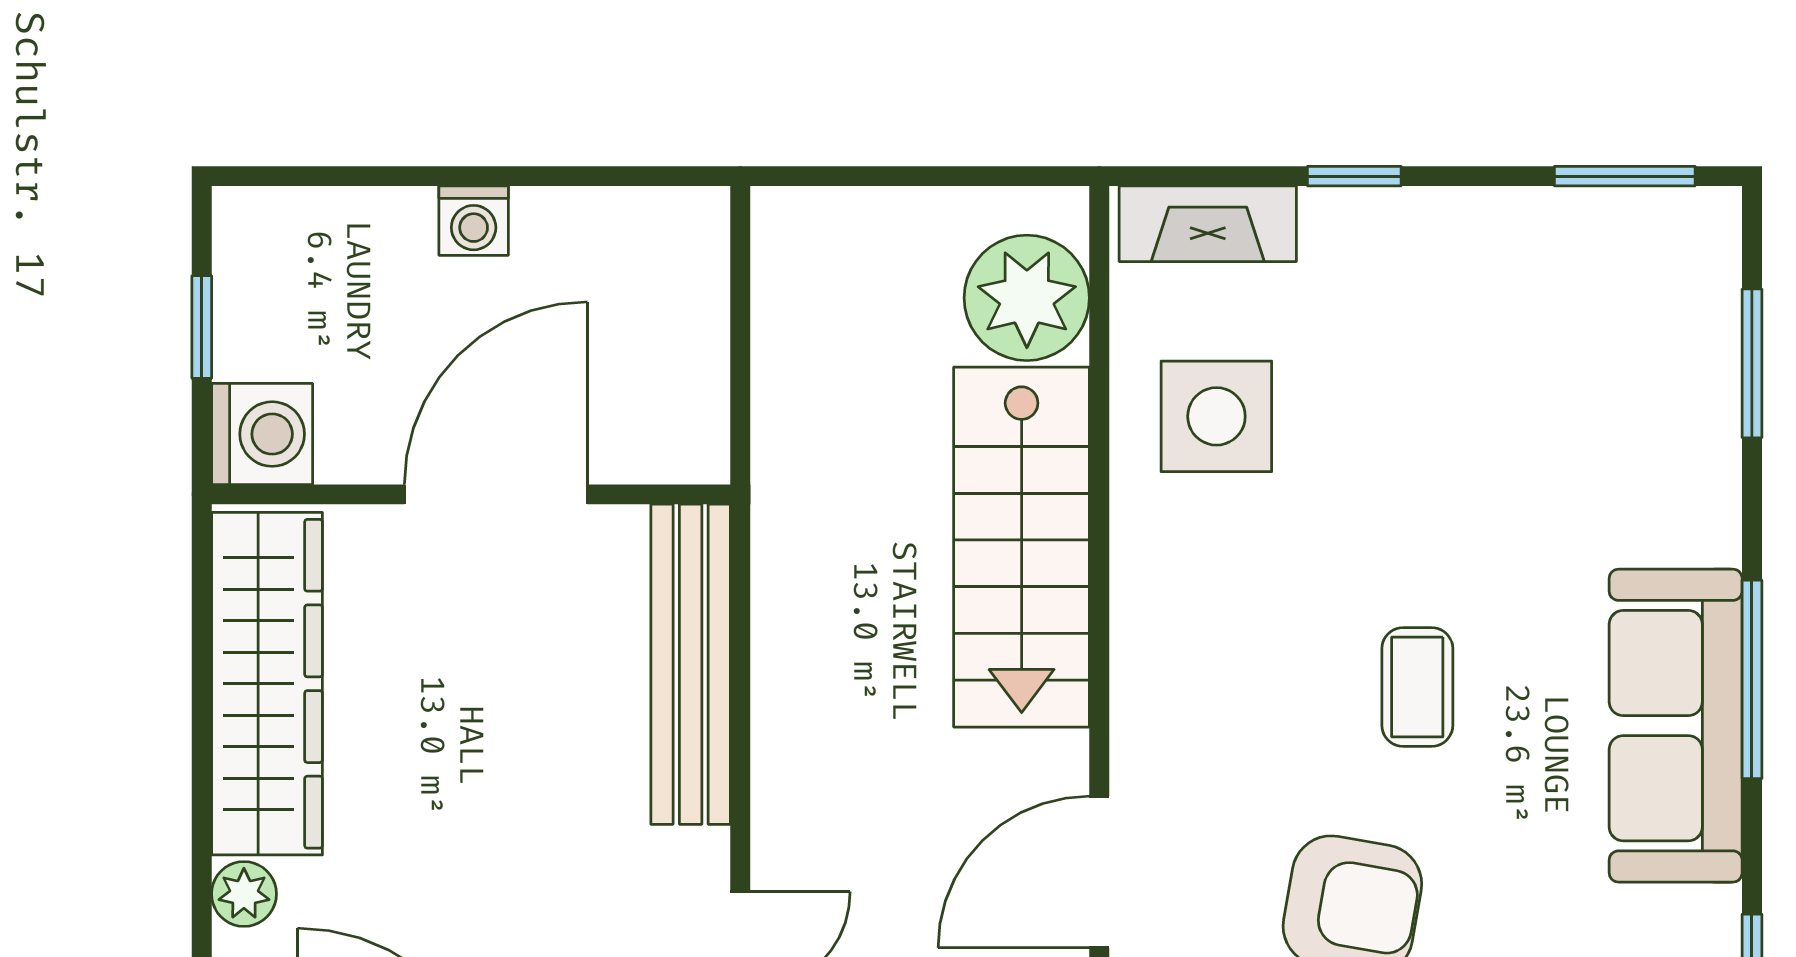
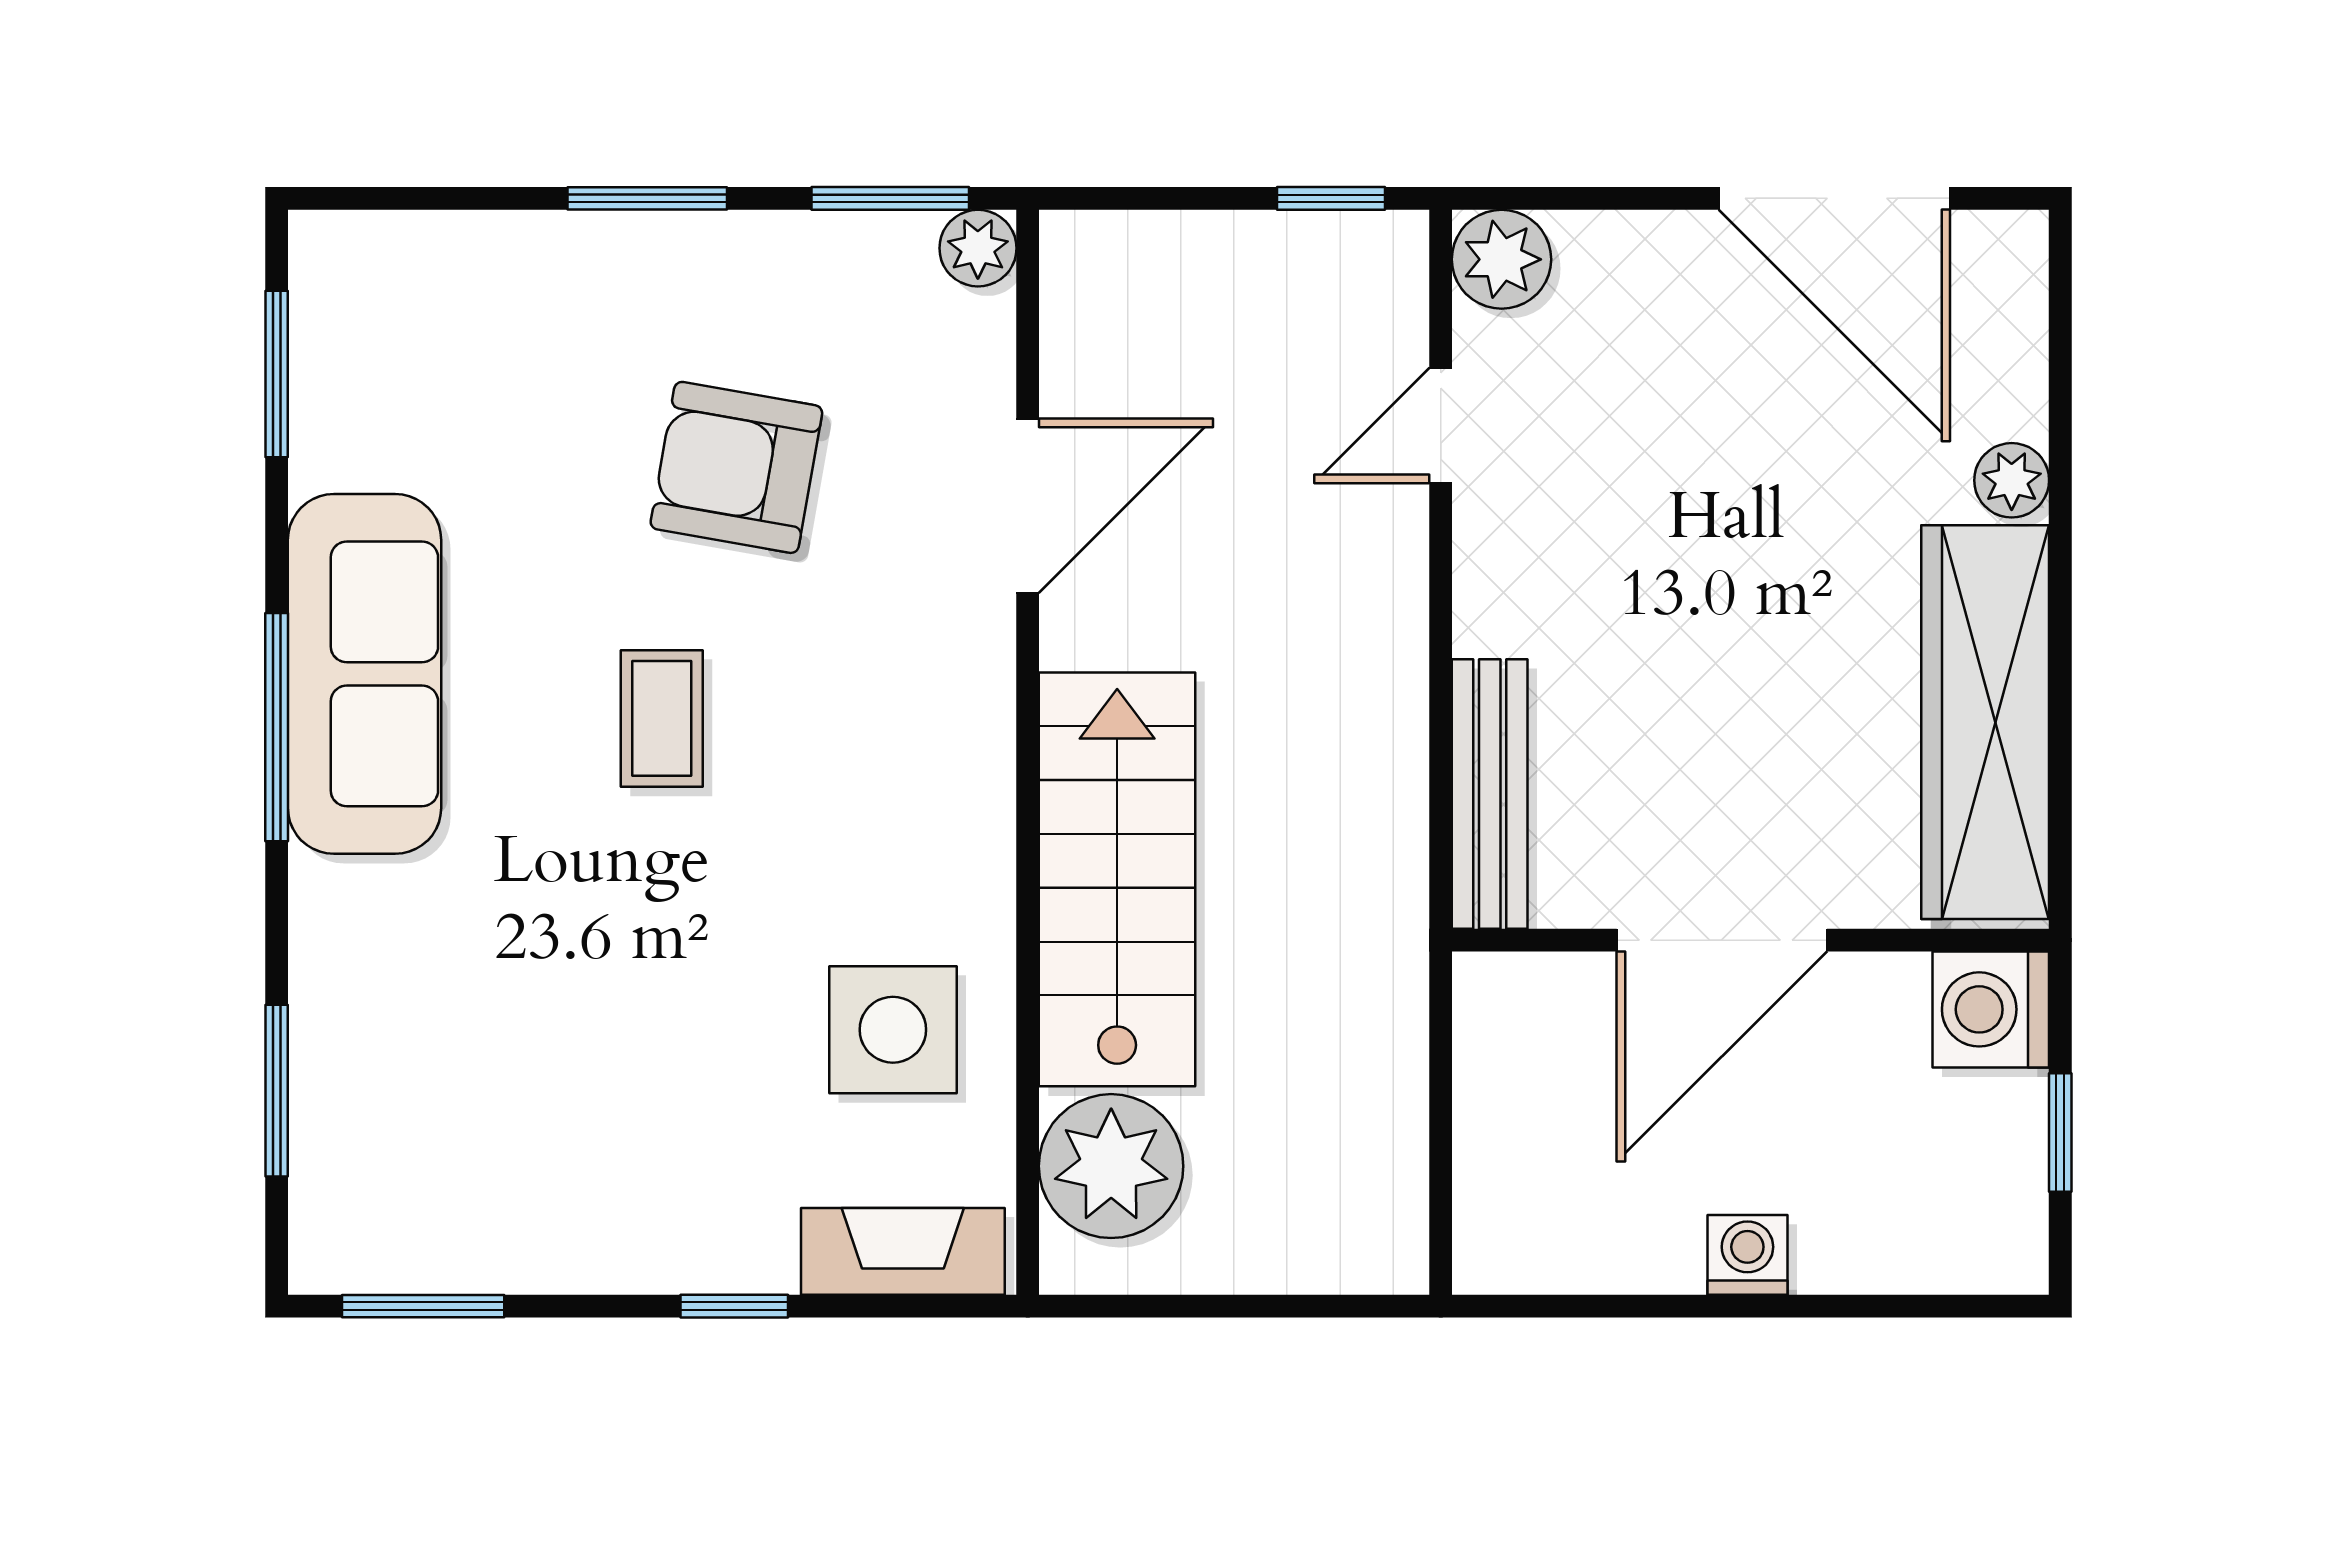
bench: (691, 664) -> (1490, 794), width x0.73, depth x0.82

